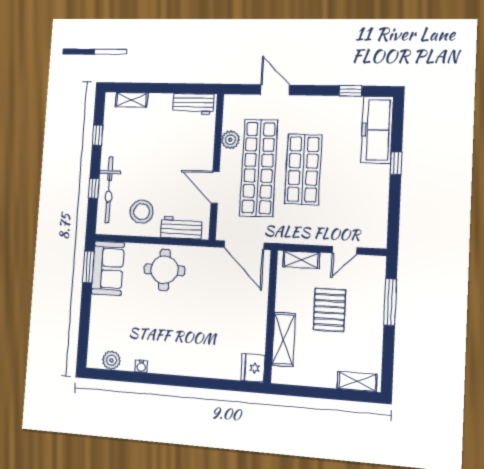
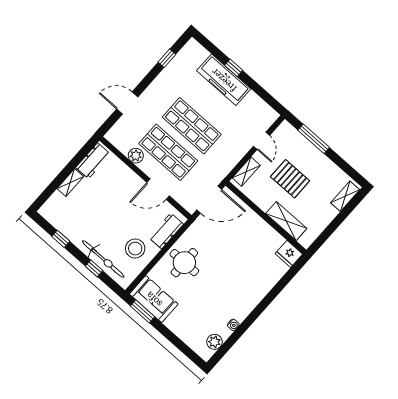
shelving: (132, 100) -> (70, 182), moved
freezer: (377, 130) -> (224, 80), moved
shop shelf: (259, 168) -> (168, 152), width x0.71

